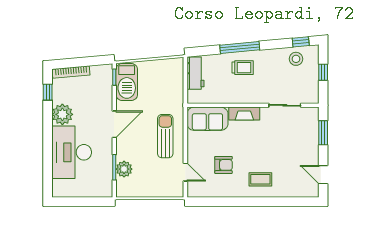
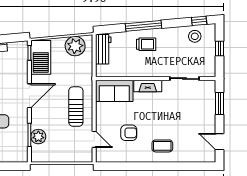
plant: (164, 70) -> (75, 46), added

